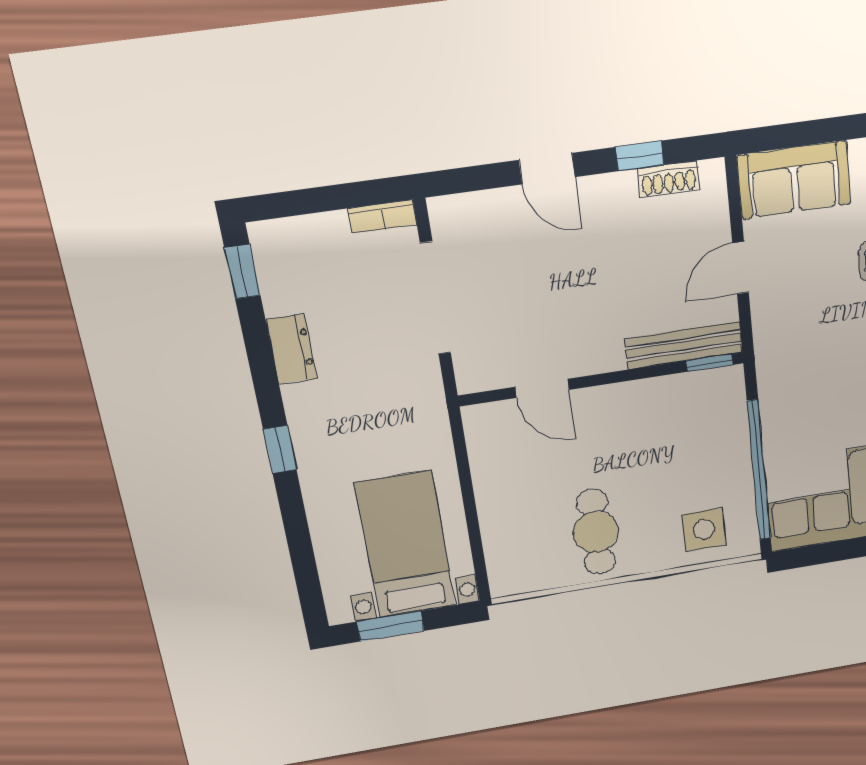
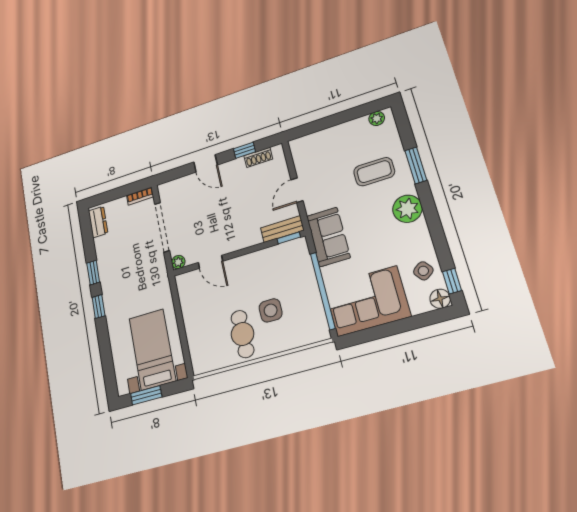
sofa: (794, 180) -> (328, 237), moved, turned -90
window: (242, 272) -> (93, 273), moved
bench: (684, 345) -> (282, 229), width x0.73
dresser: (291, 349) -> (98, 222), moved
plant: (470, 379) -> (178, 262), added
side table: (704, 530) -> (271, 310), moved

